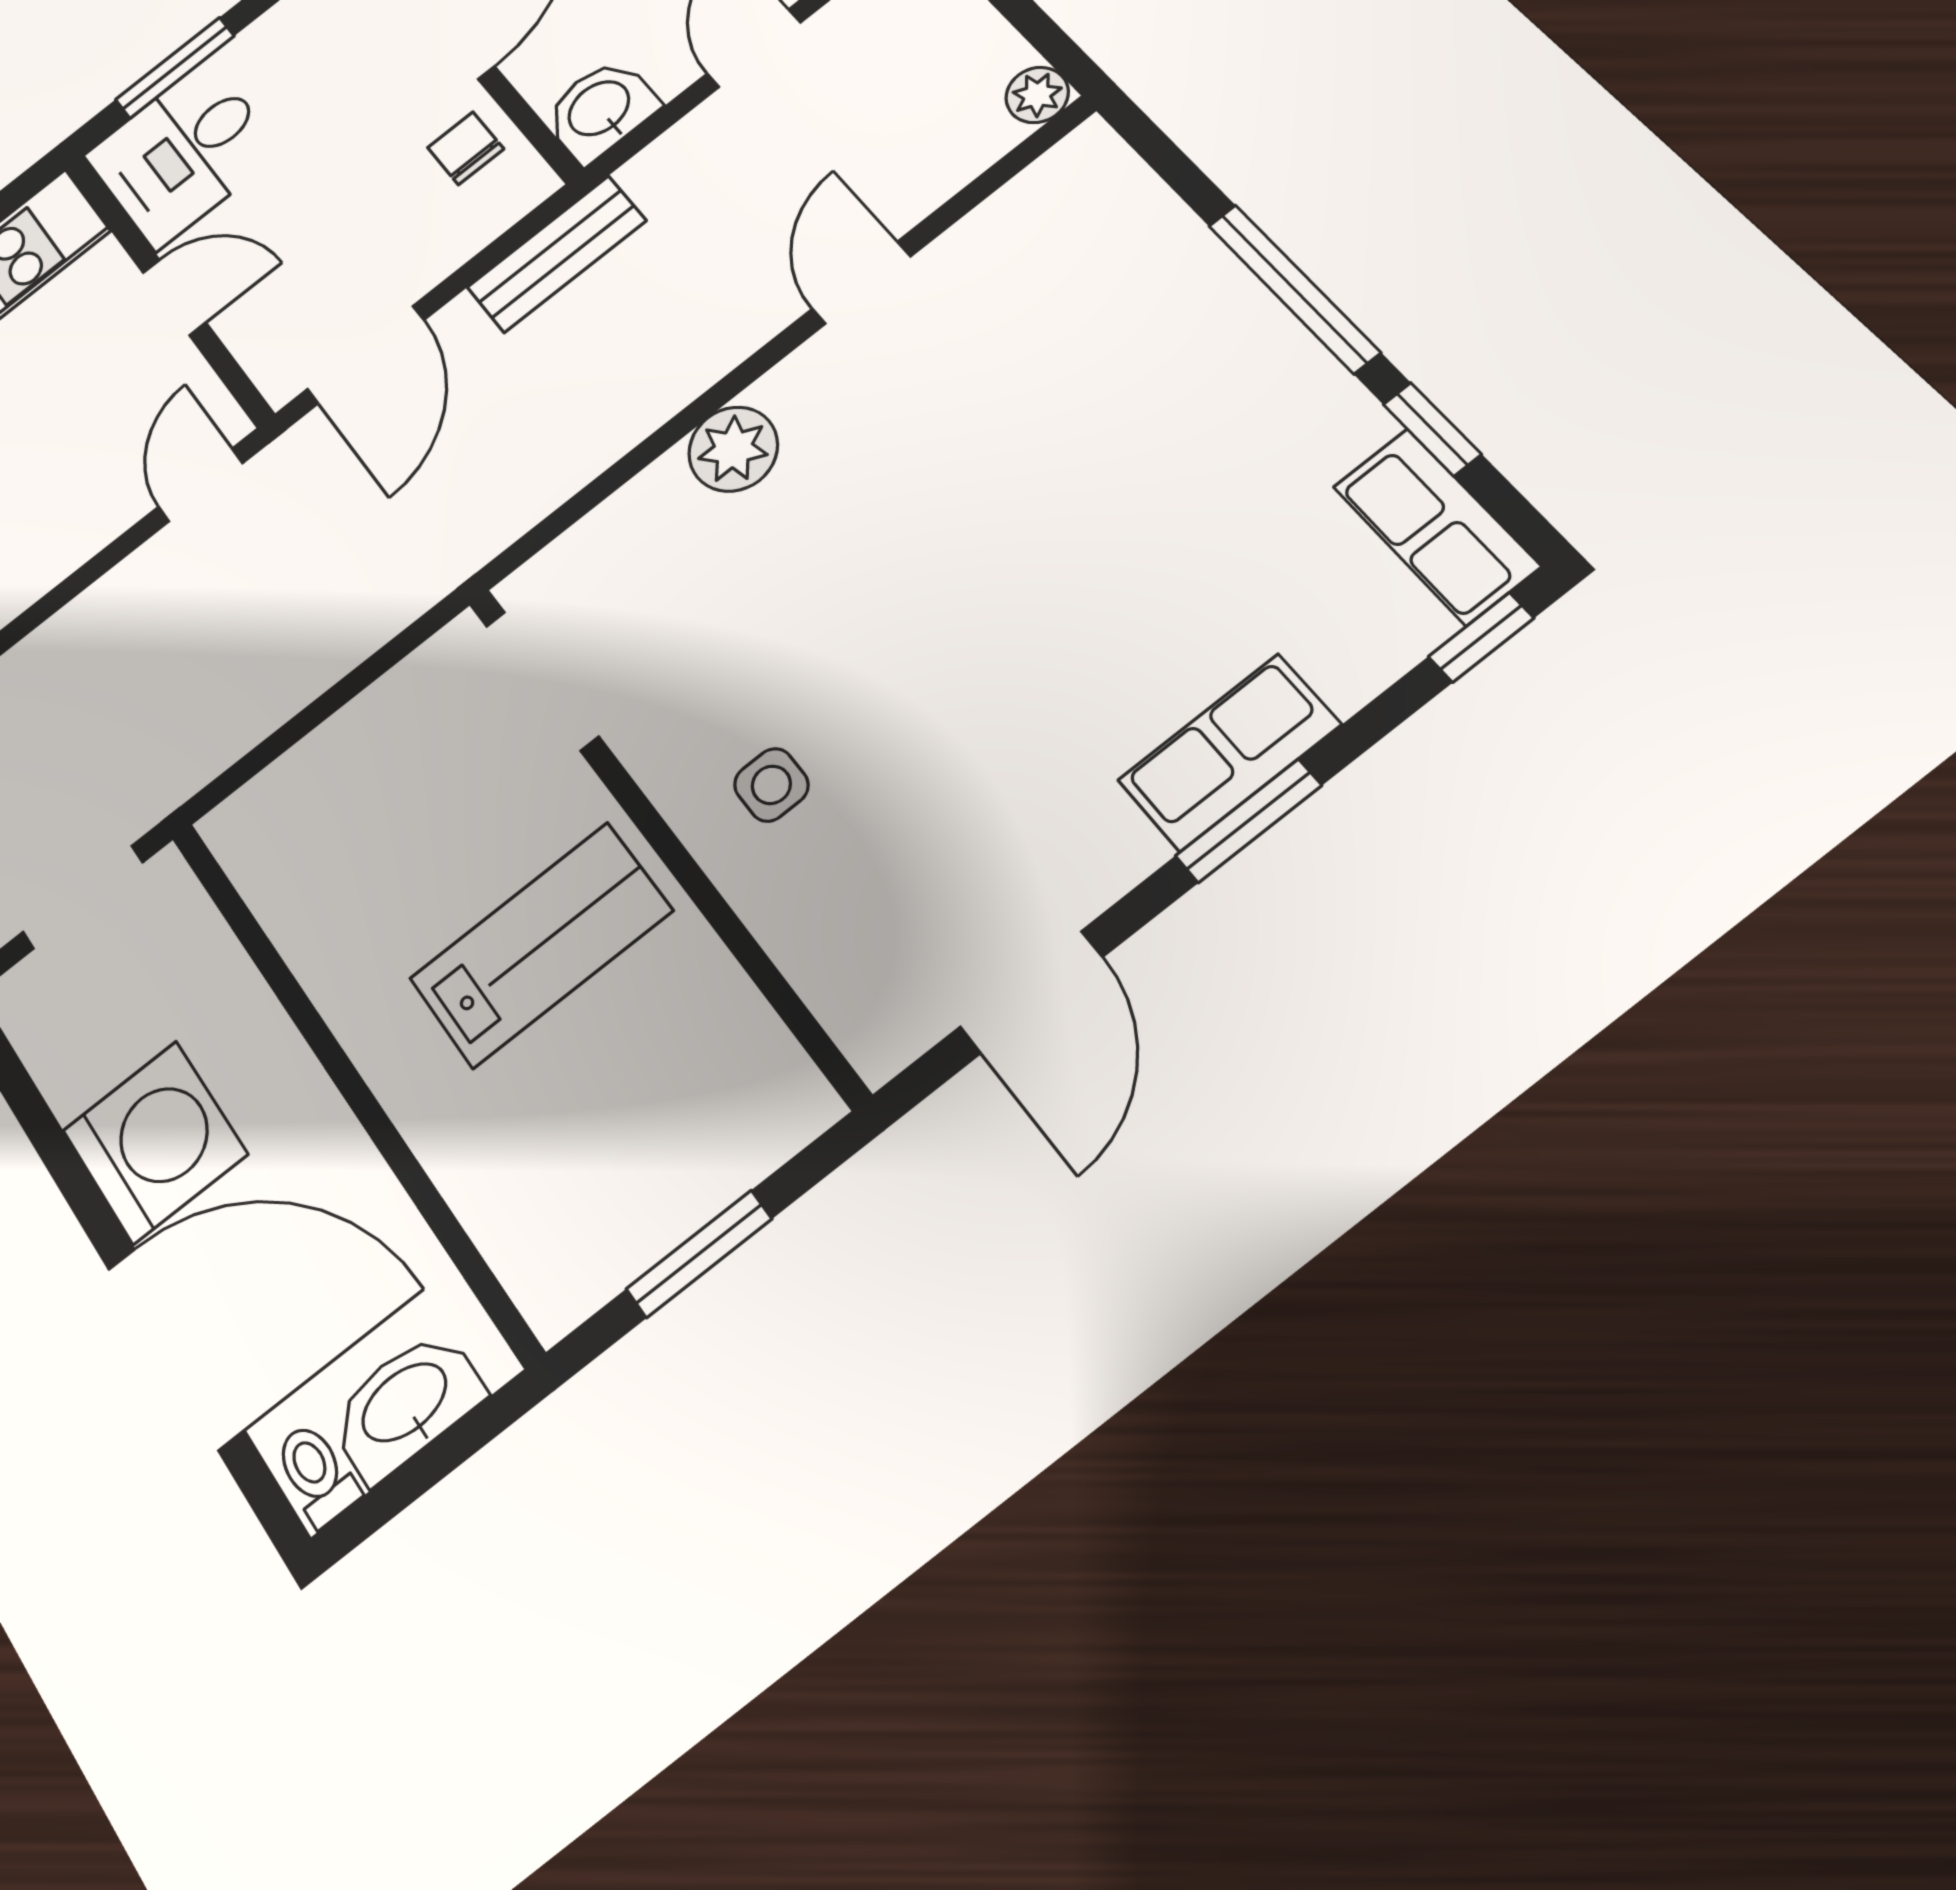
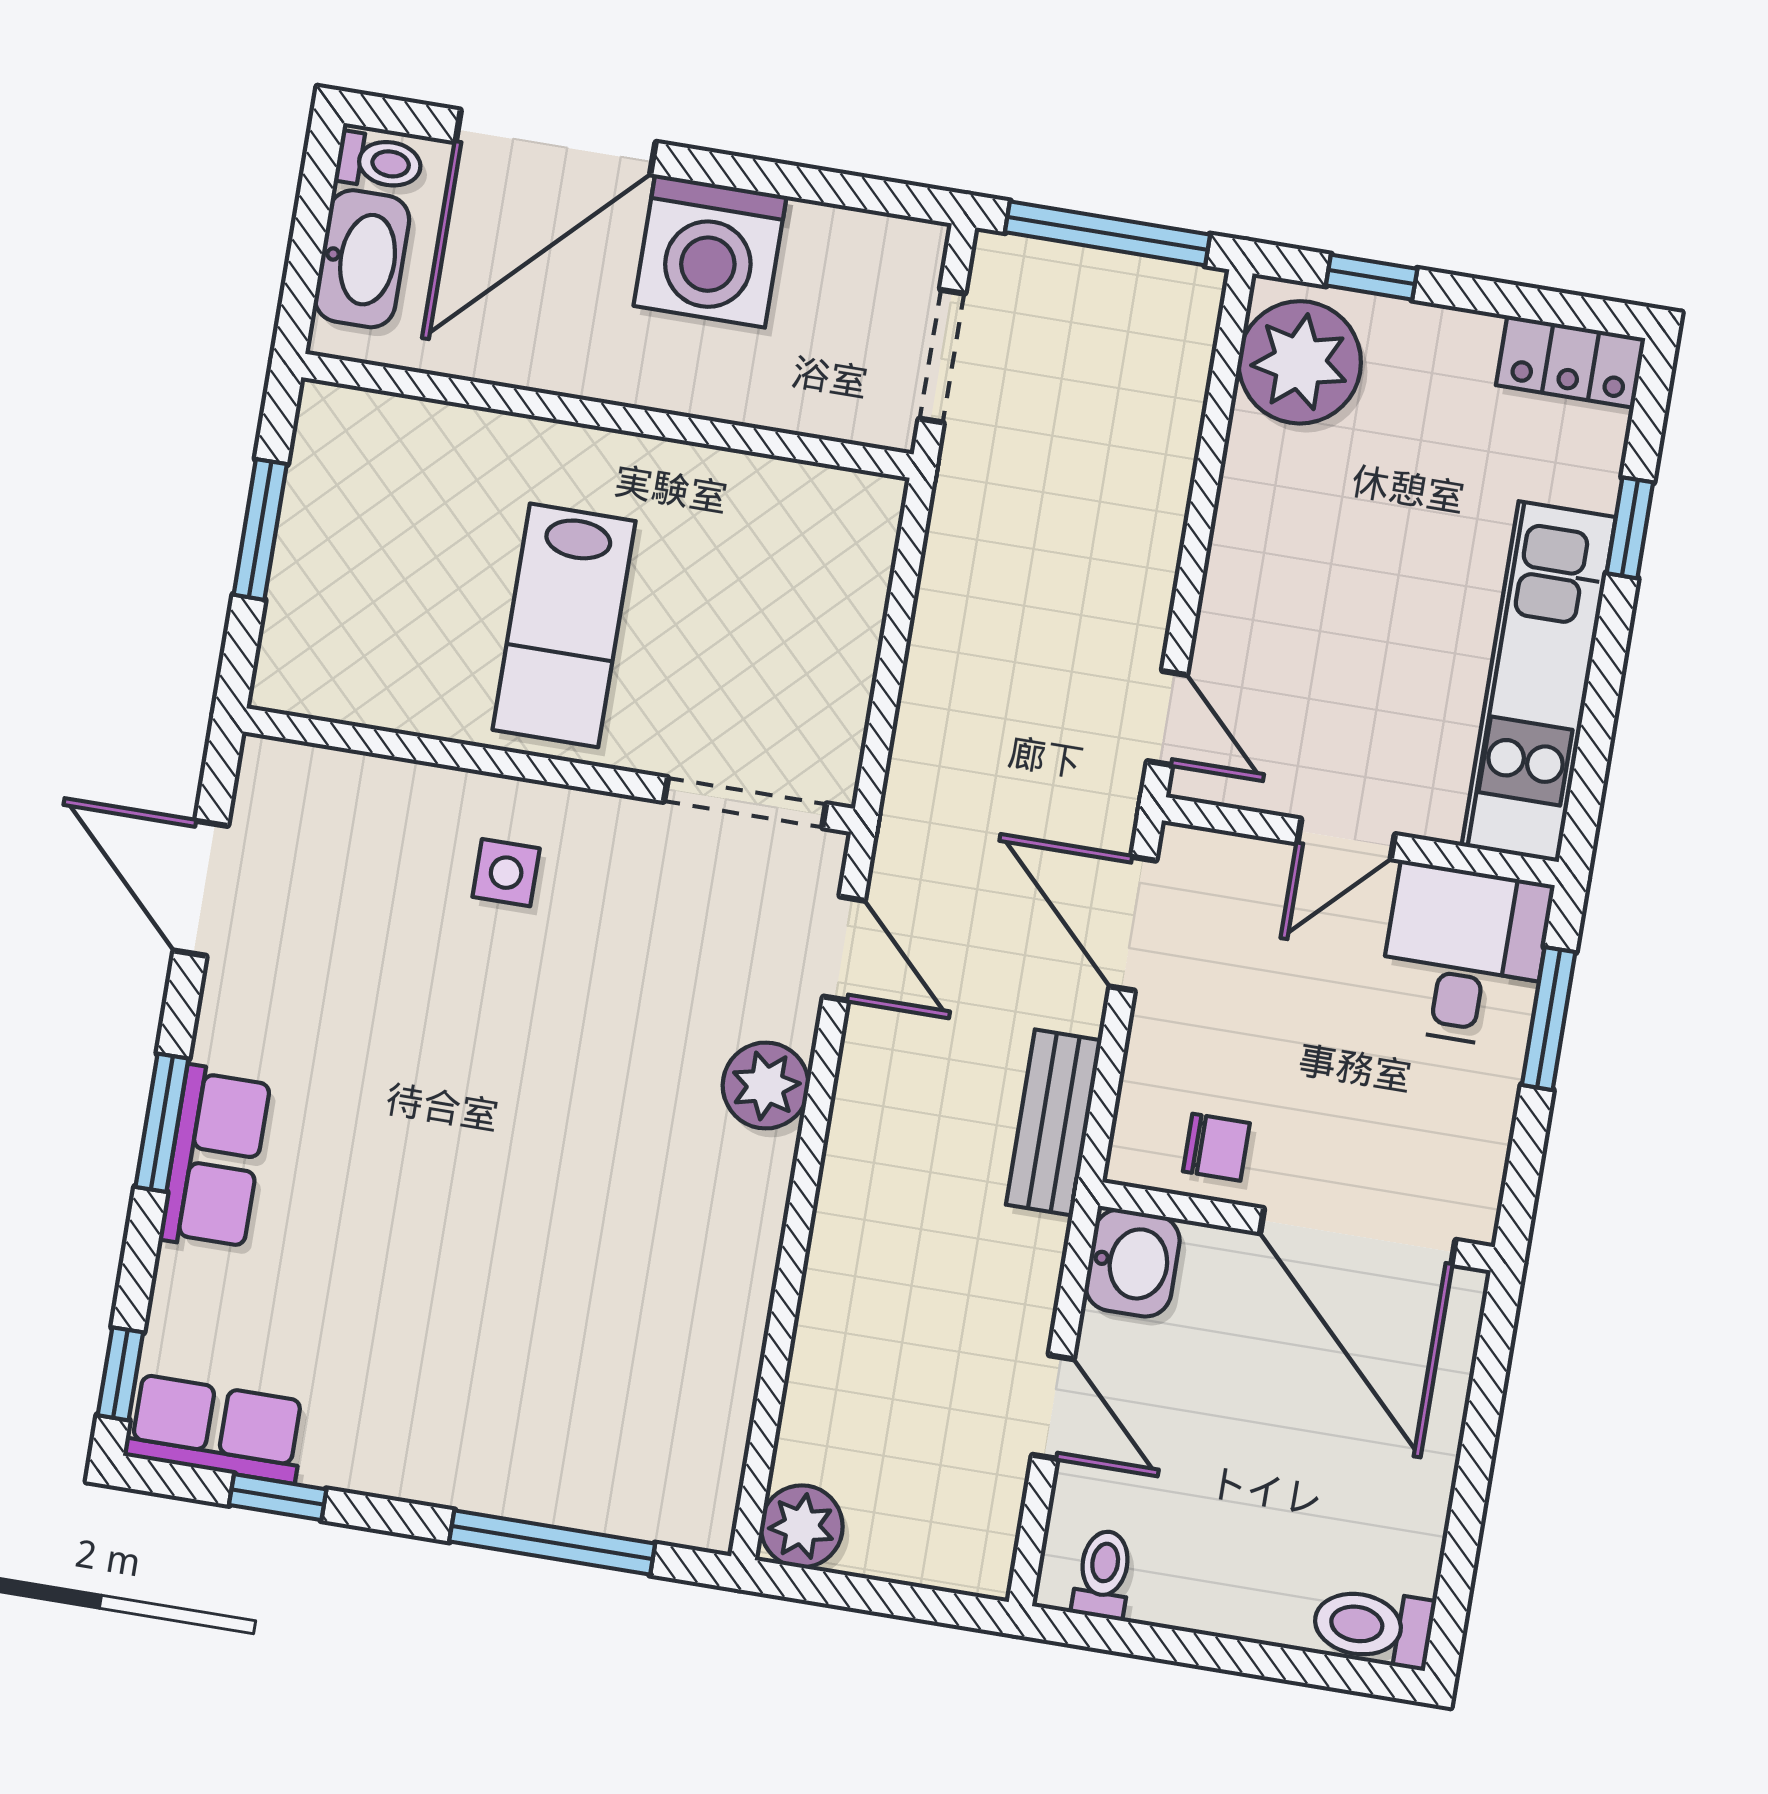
plant: (1037, 95) -> (802, 1526), width x1.38, depth x1.38
door: (861, 283) -> (844, 949), moved
window: (1294, 288) -> (552, 1543), moved

